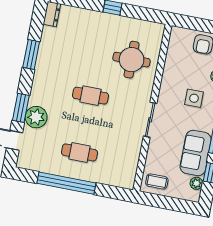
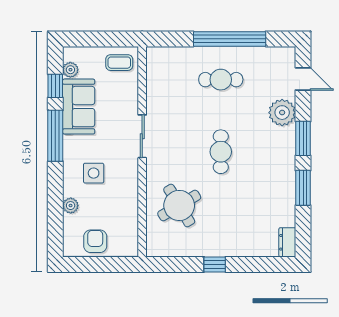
round table: (132, 60) -> (179, 205), turned -31
cafe table: (90, 96) -> (221, 152), turned 90
window: (21, 108) -> (303, 138), moved

